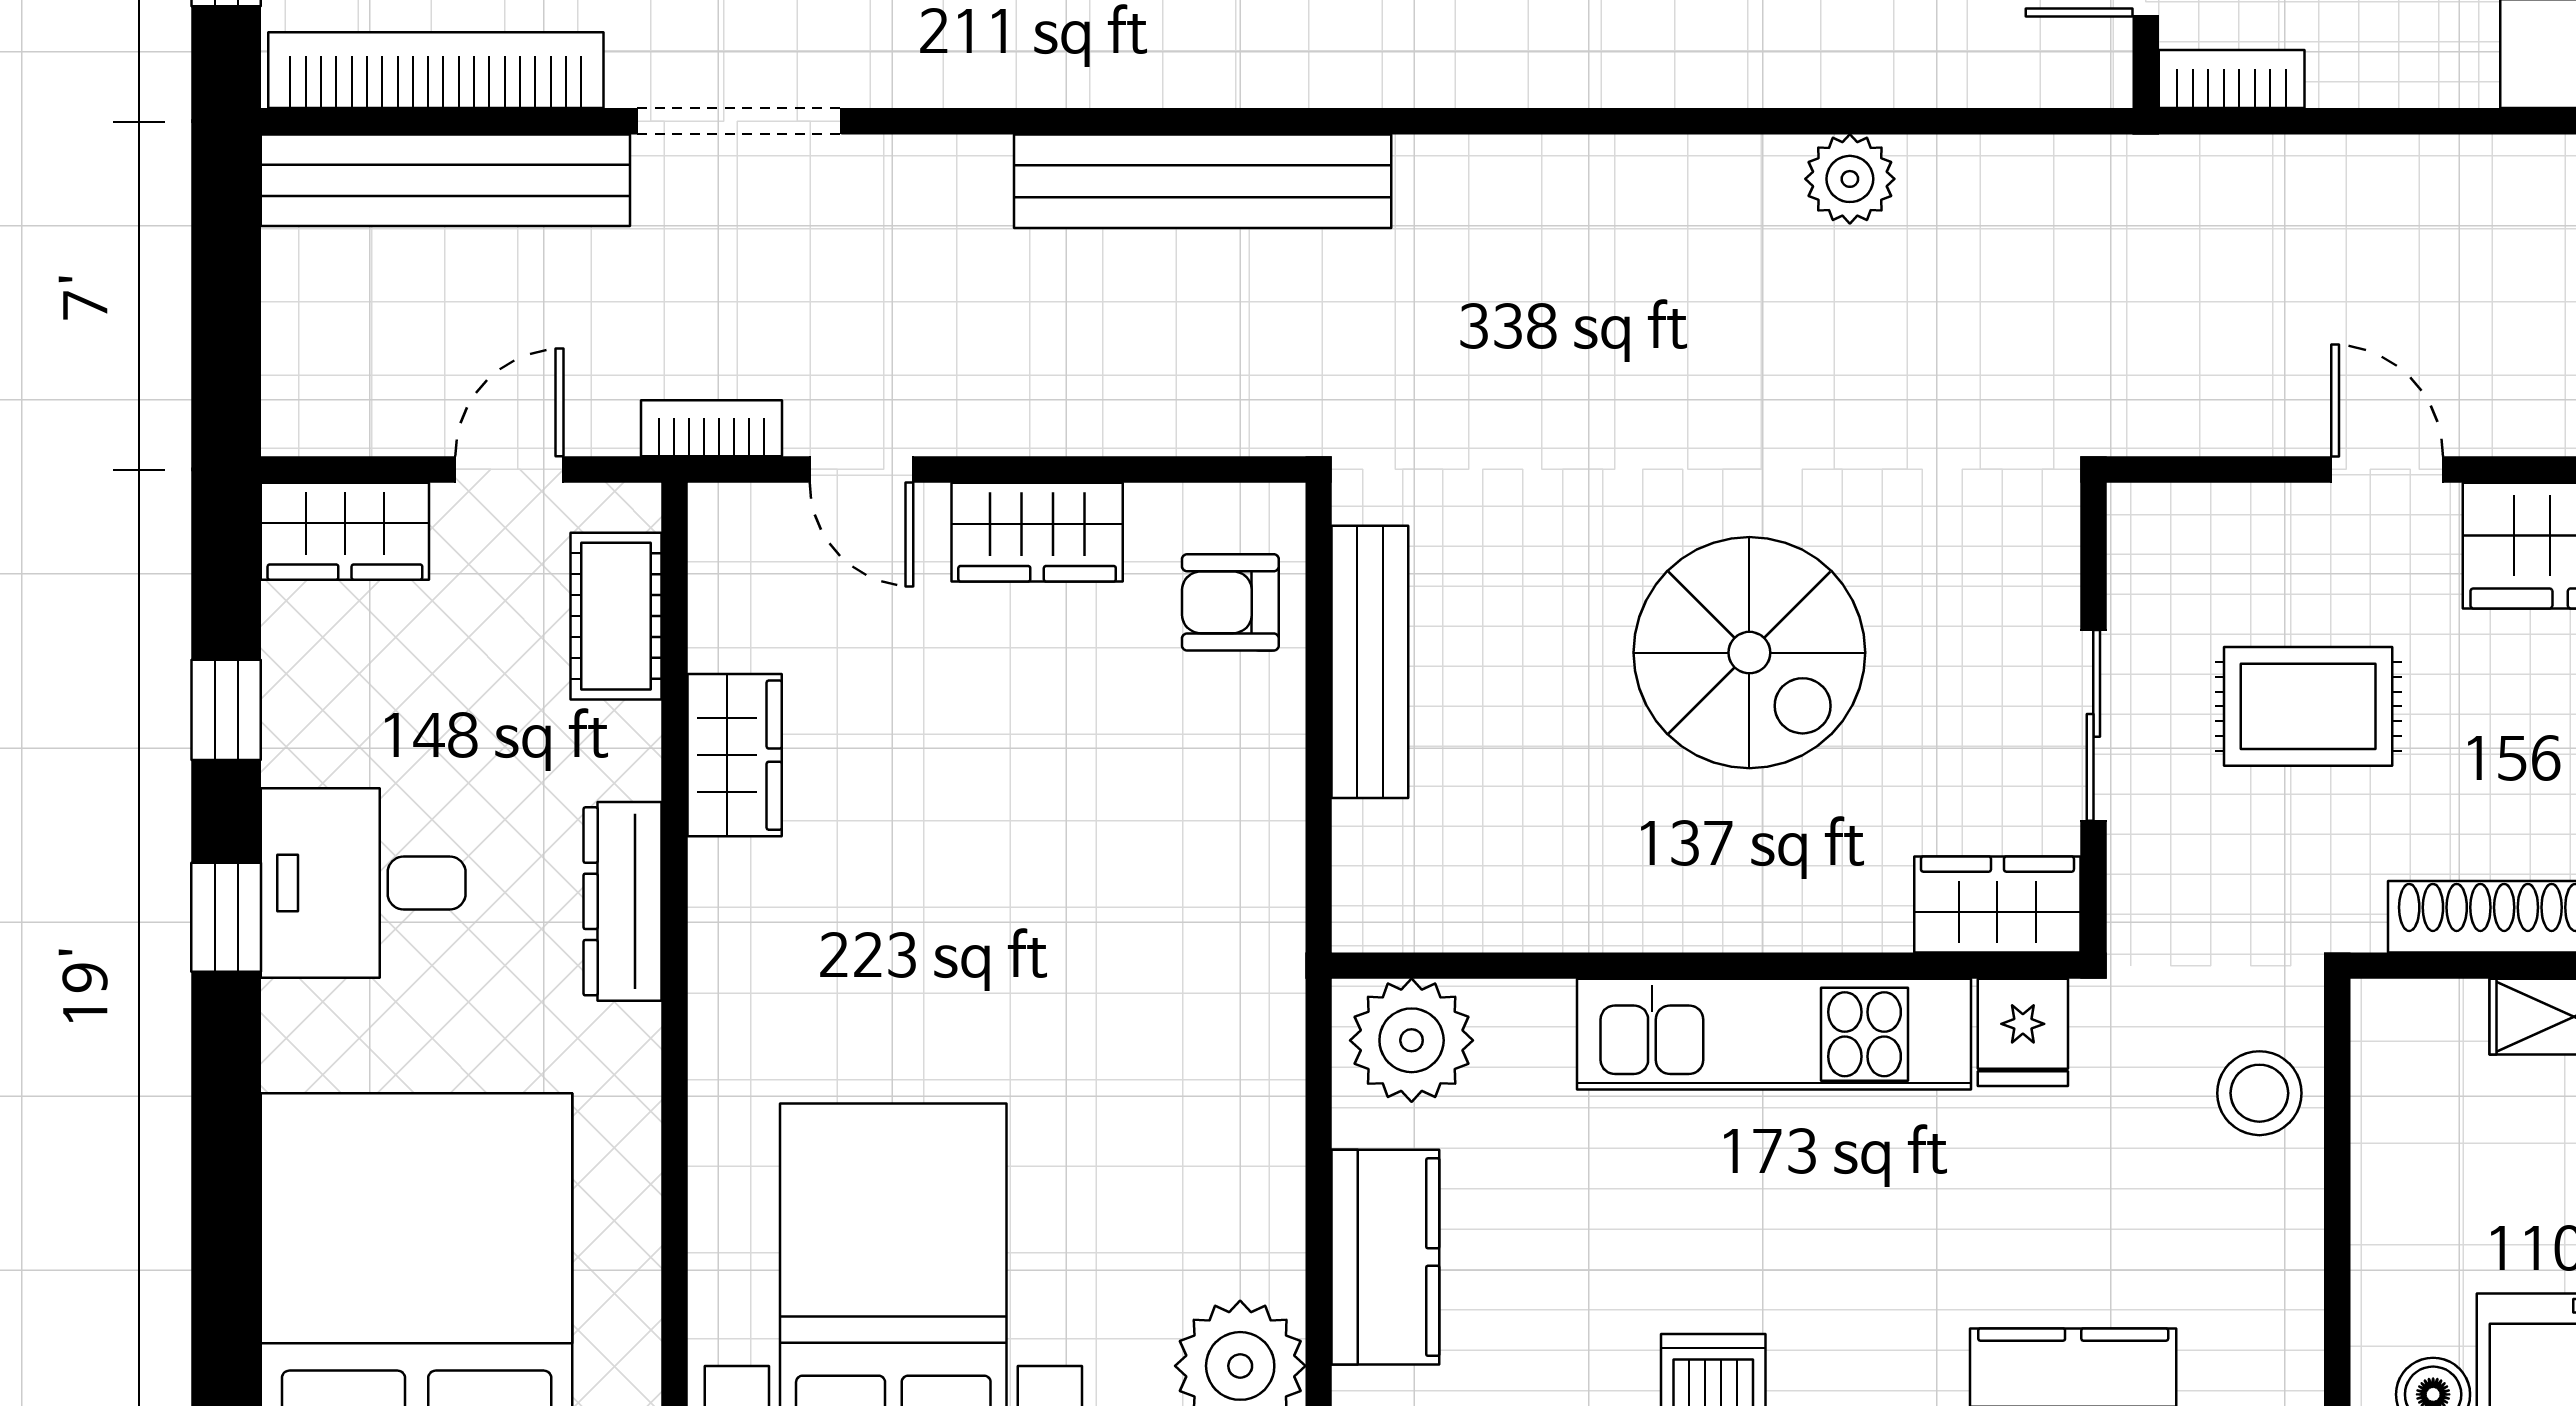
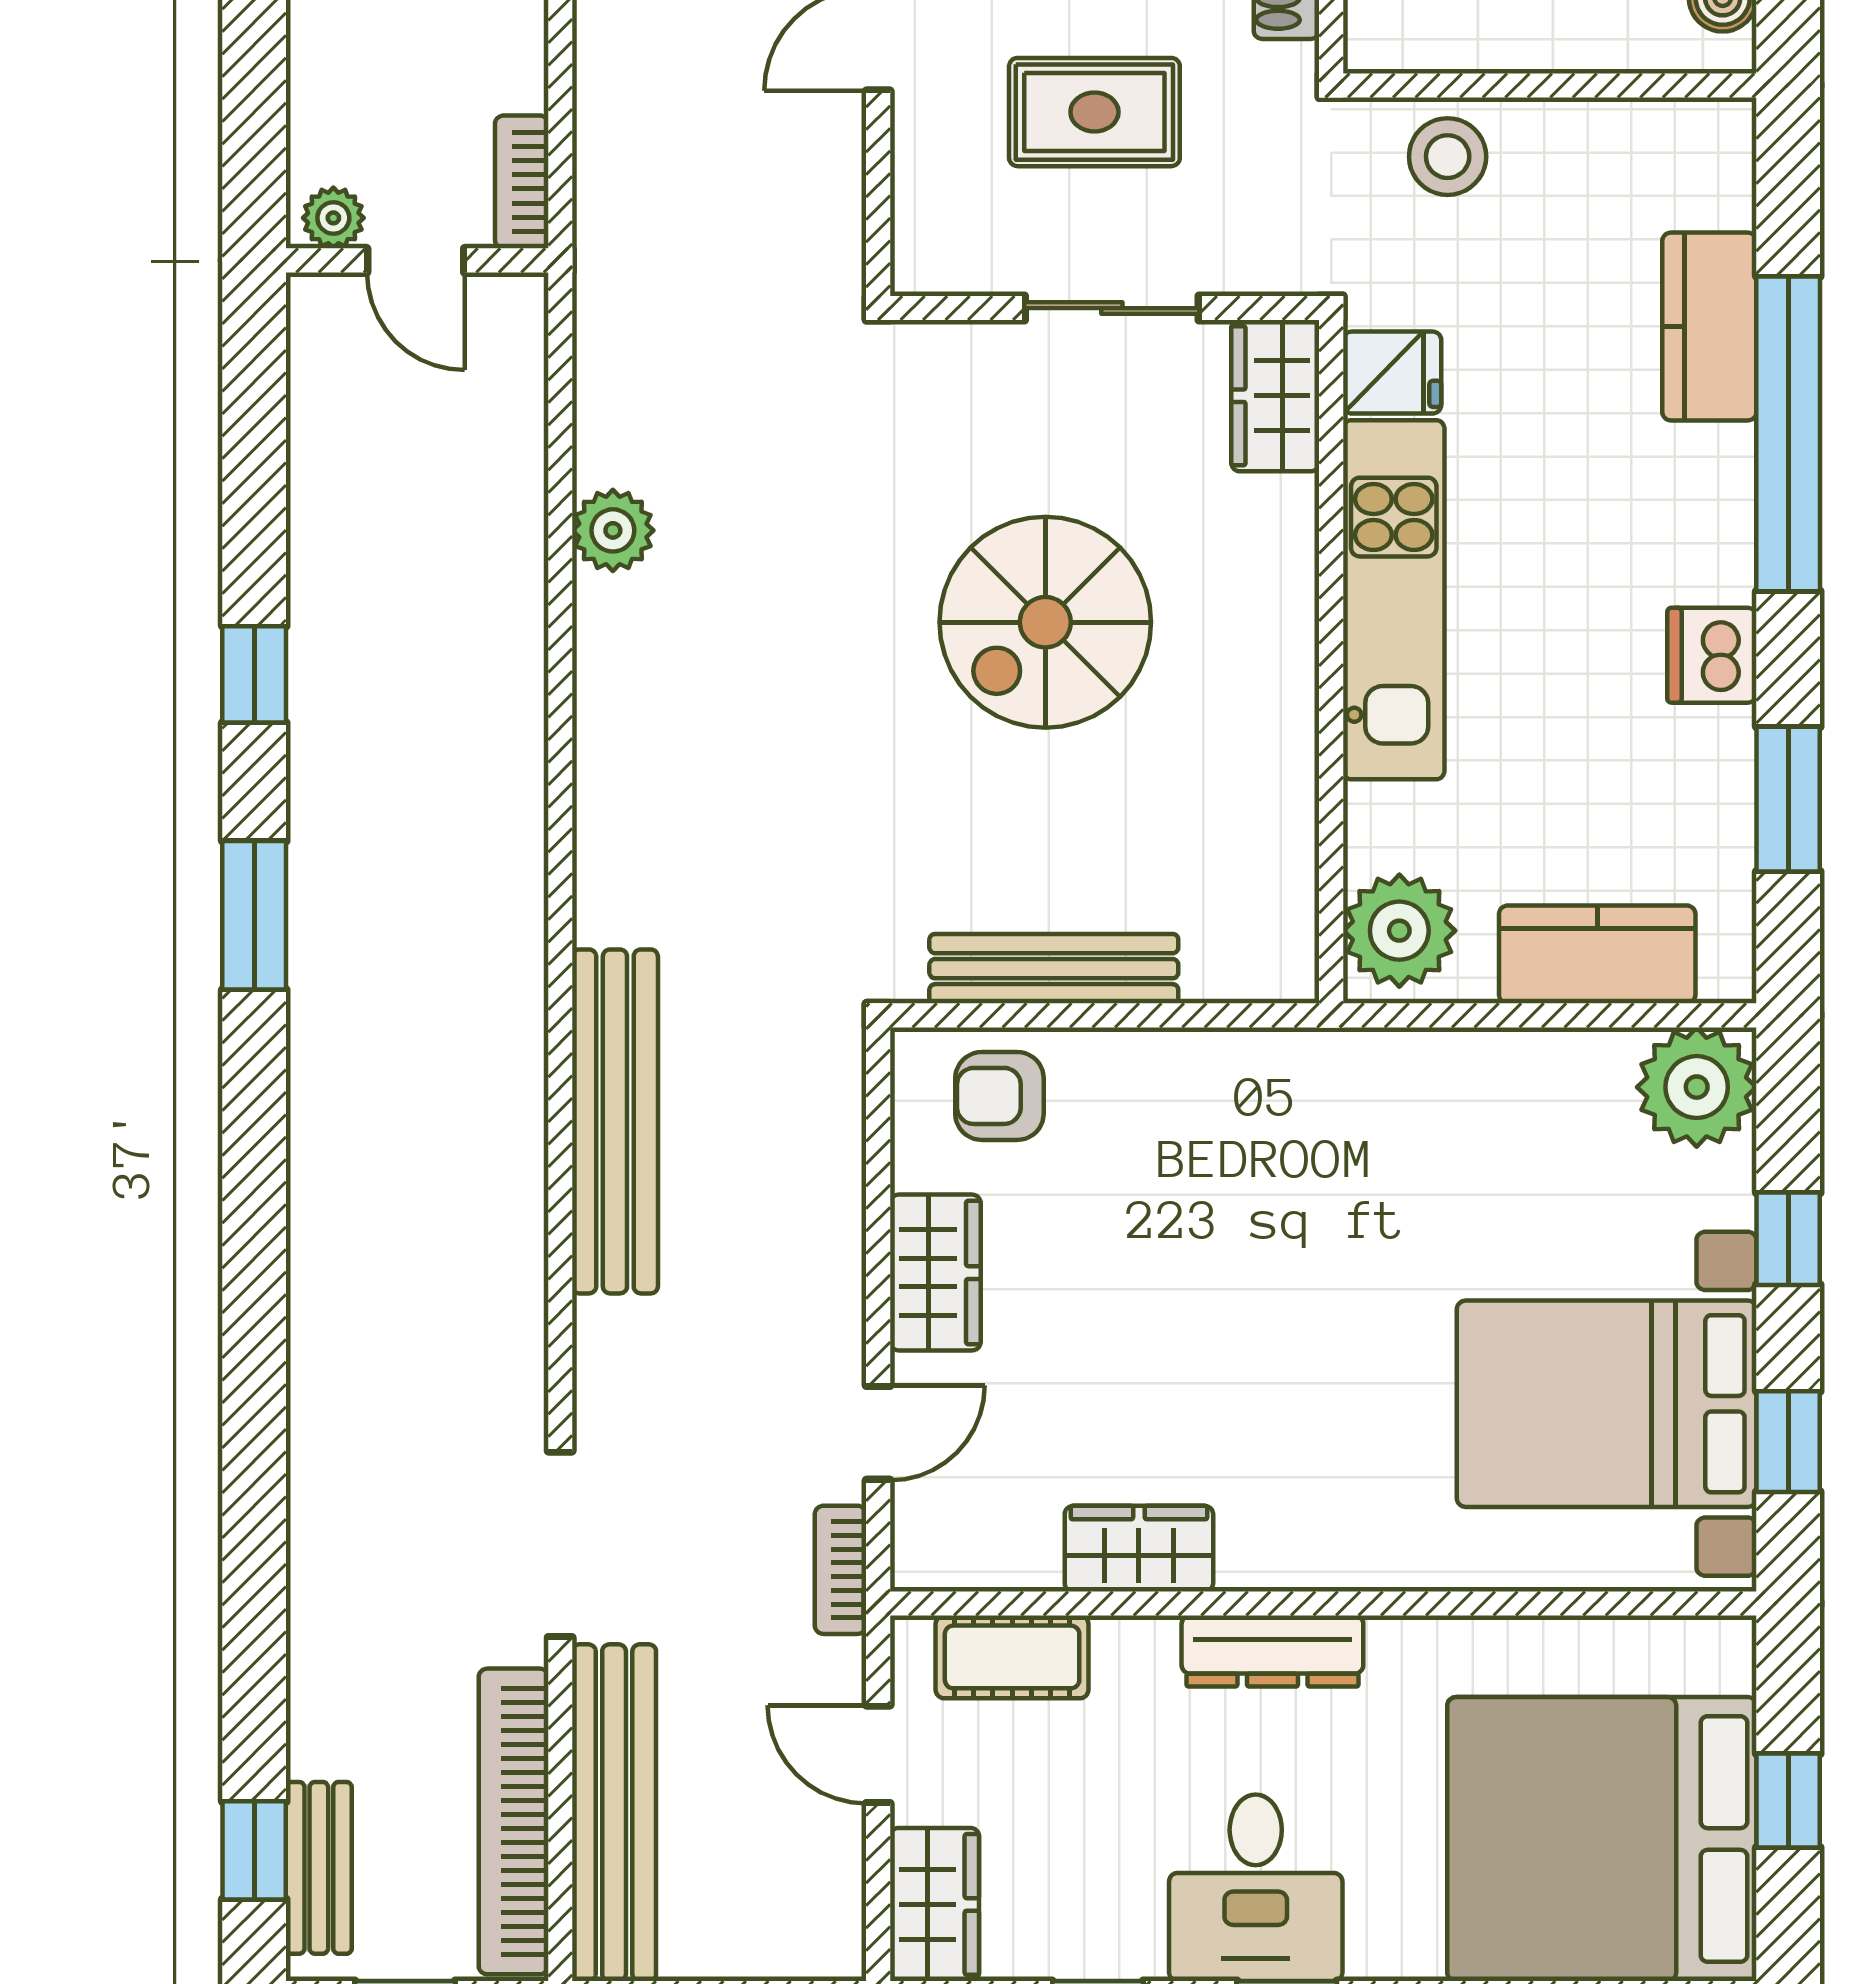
armchair: (1230, 602) -> (999, 1096), turned 90
spiral stairs: (1749, 653) -> (1045, 622), turned 180
rug: (2308, 706) -> (1094, 112), turned 90

